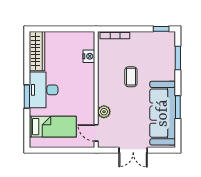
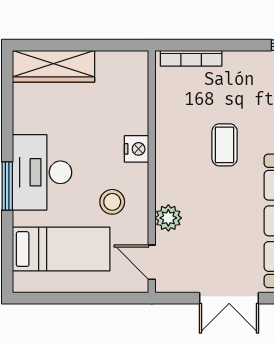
wardrobe: (37, 51) -> (53, 66), moved, turned 90
nightstand: (89, 56) -> (137, 149), moved
stool: (77, 104) -> (112, 202), added

